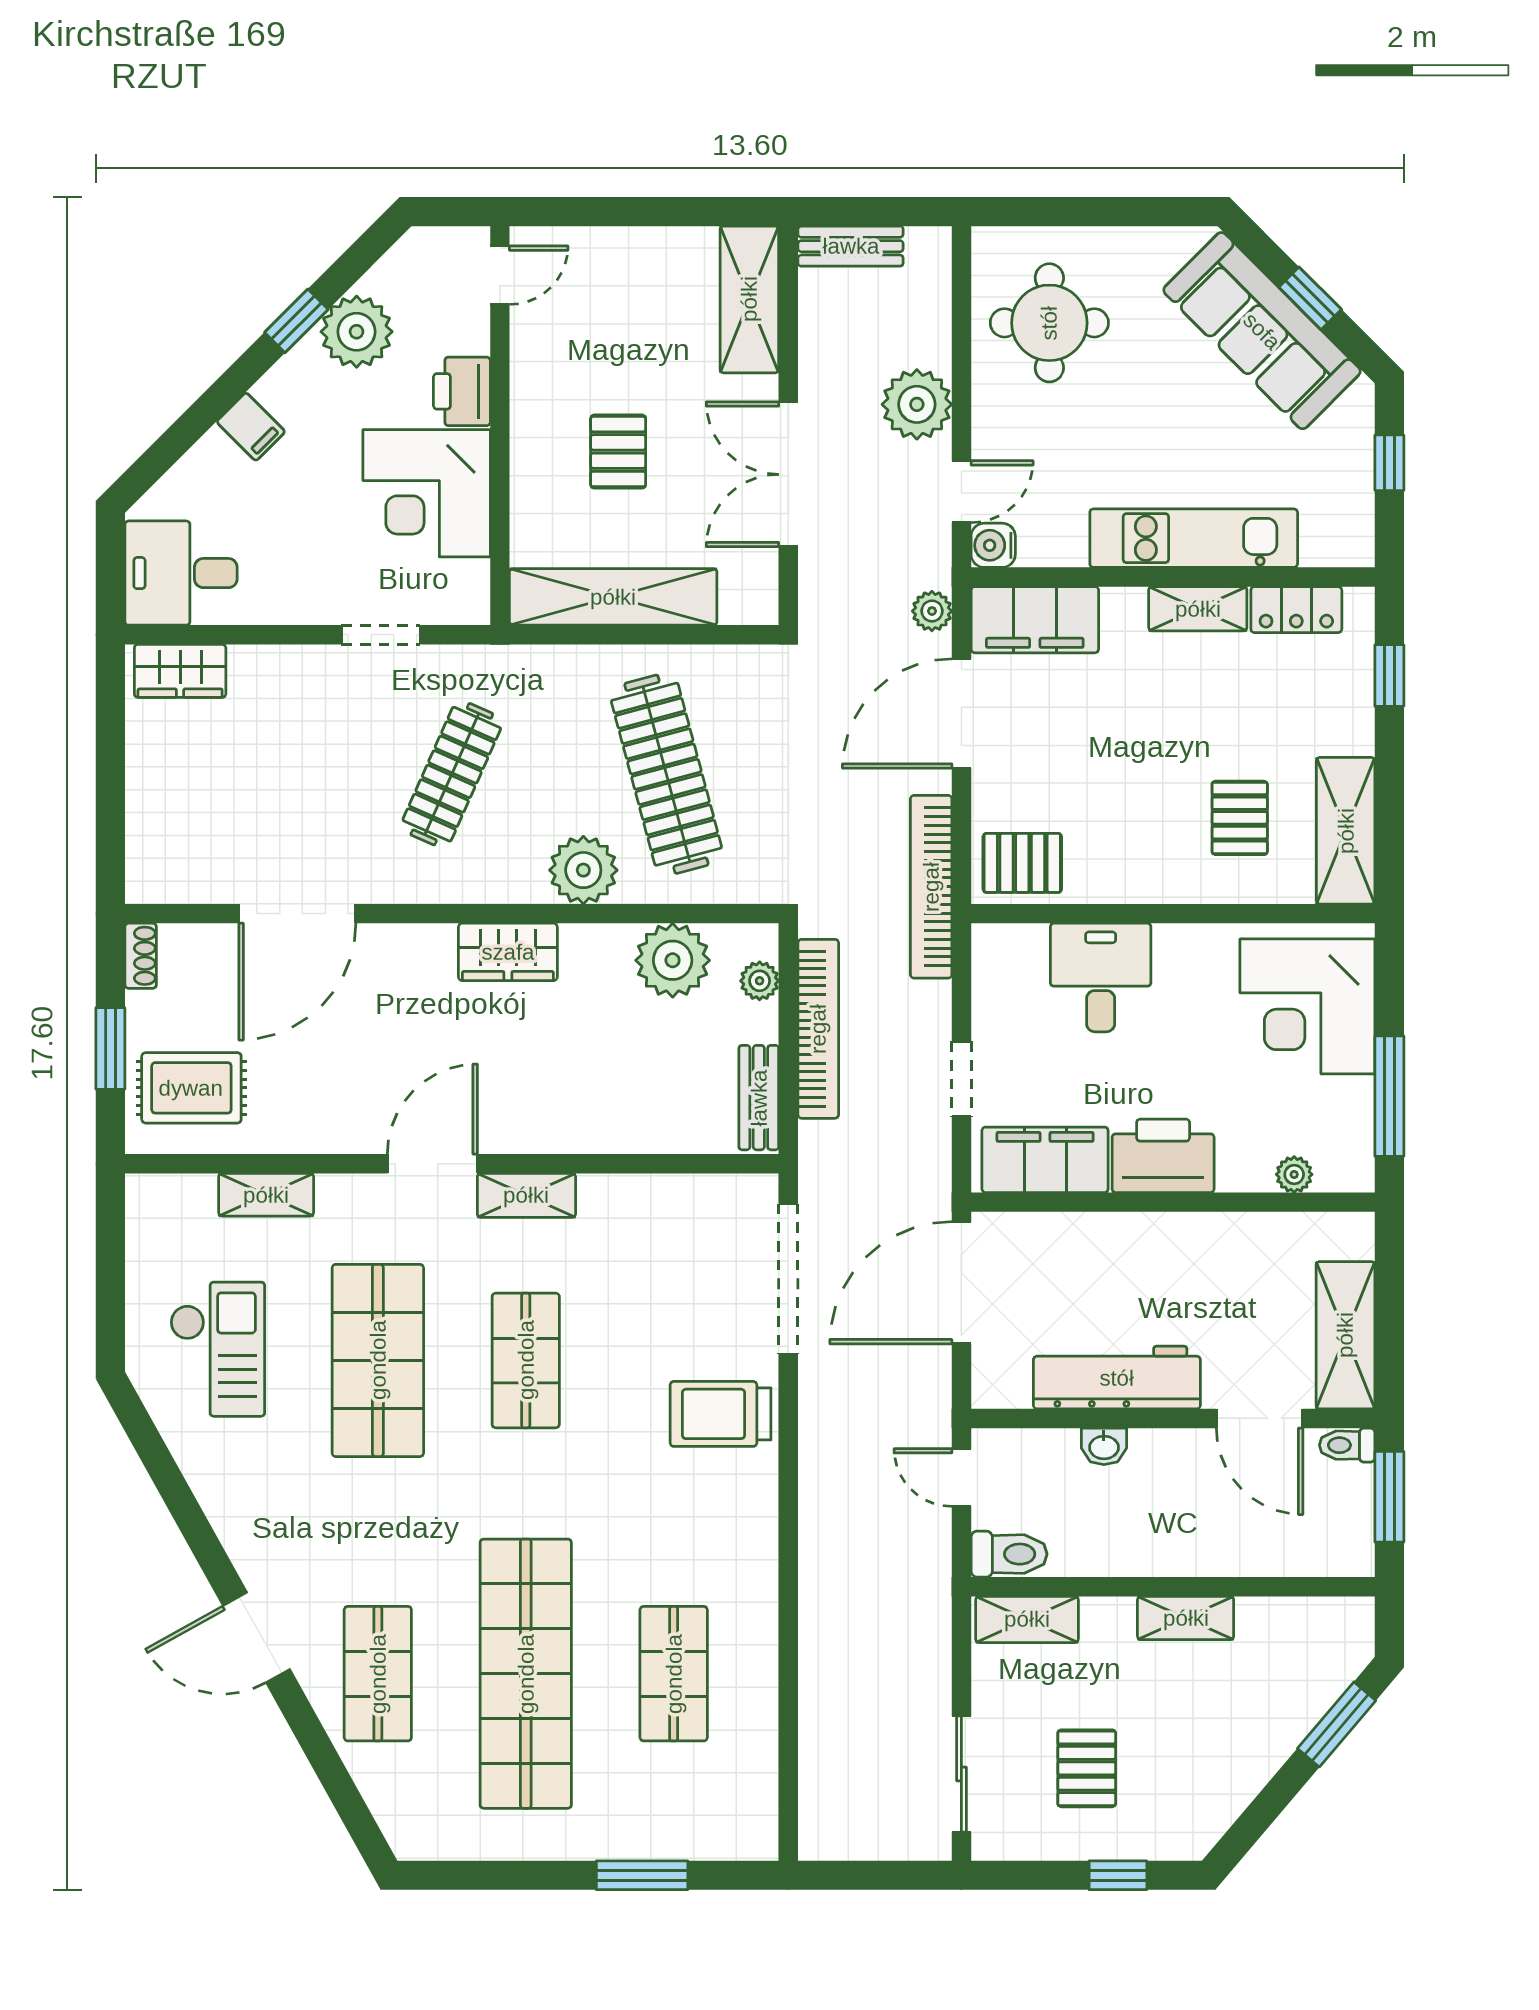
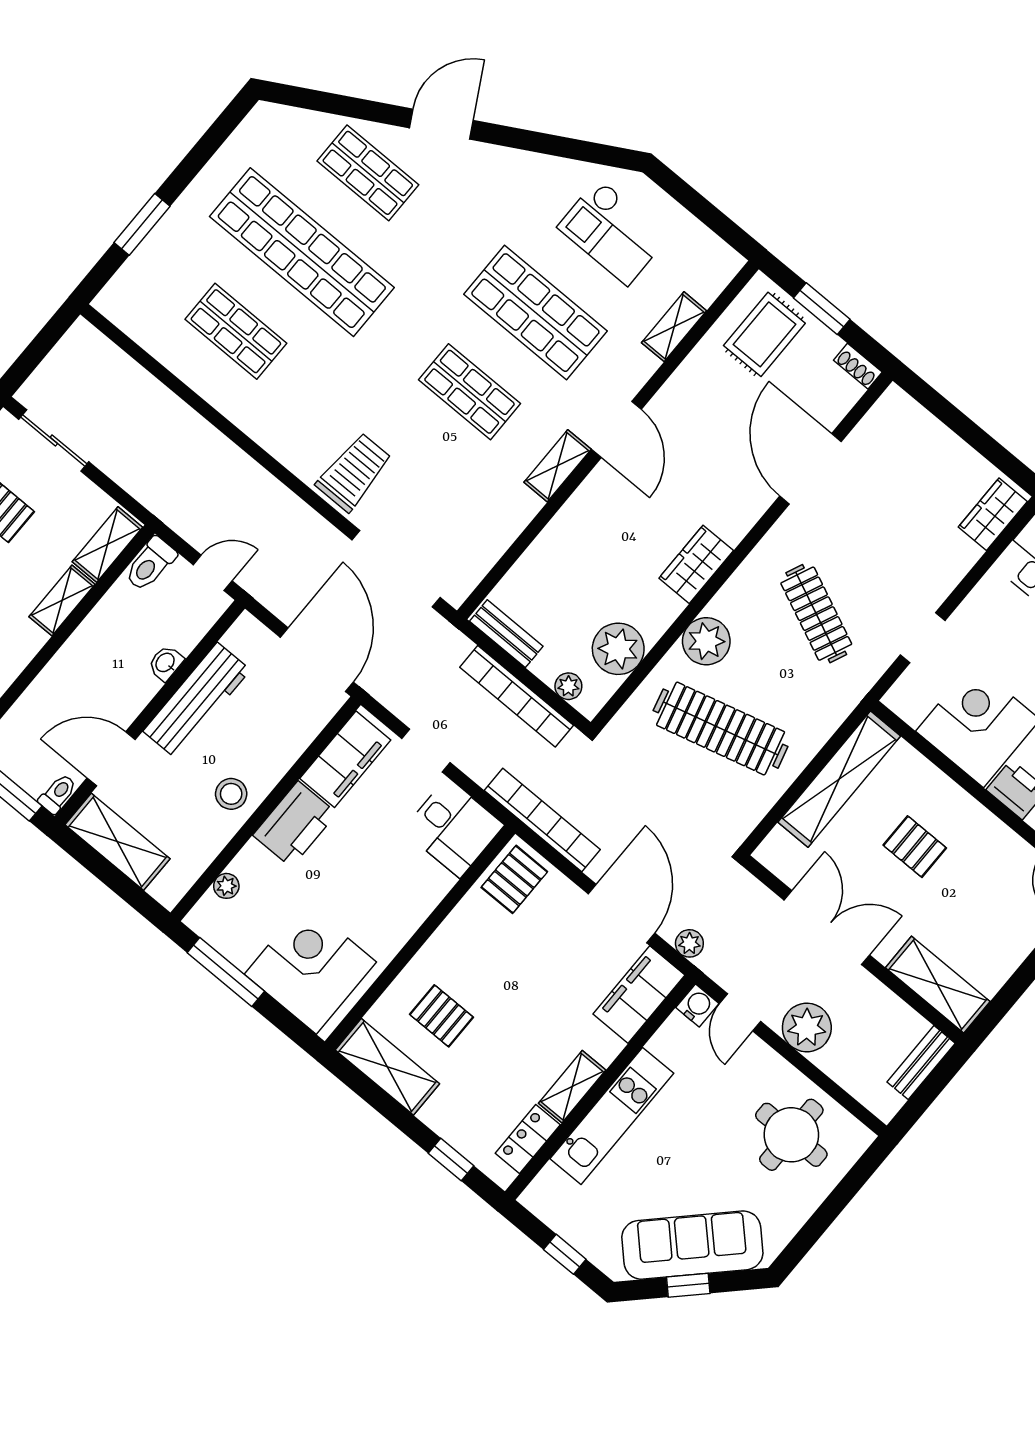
desk: (1101, 978) -> (453, 828), moved
stool: (1188, 1254) -> (231, 794), added
shelving: (1186, 1618) -> (62, 600), moved

